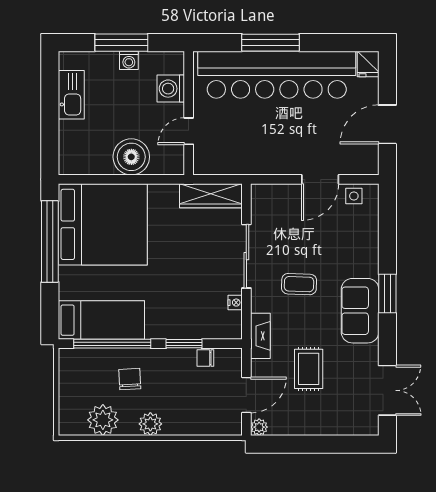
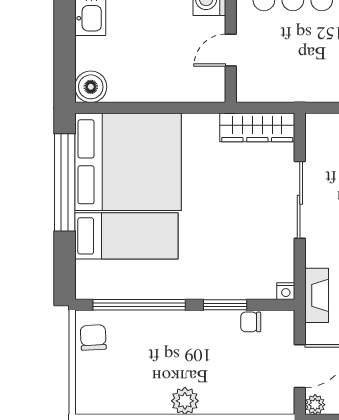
boiler: (131, 157) -> (91, 87), moved, width x0.73, depth x0.73
nightstand: (235, 303) -> (286, 291), moved, turned 90
bed: (101, 320) -> (126, 236), moved
chair: (130, 379) -> (93, 337), moved
plant: (103, 420) -> (128, 396), removed

